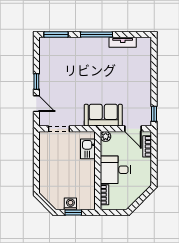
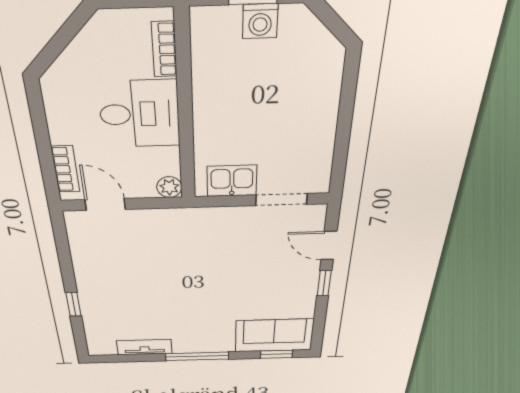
window: (56, 35) -> (276, 354), width x0.67
window: (154, 114) -> (73, 304), moved
sofa: (103, 115) -> (274, 335), moved, turned 180
kitchen sink: (88, 149) -> (232, 181), moved, turned -90

